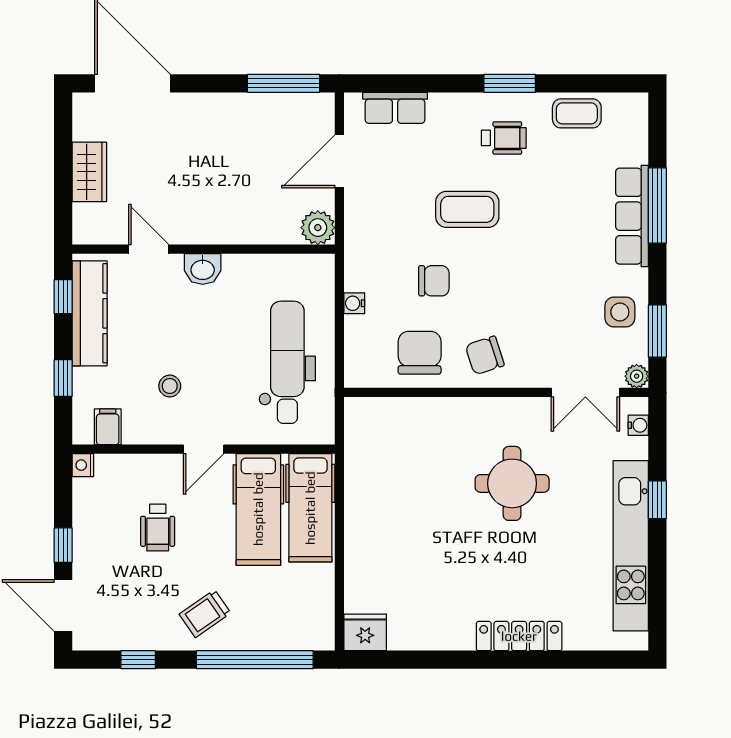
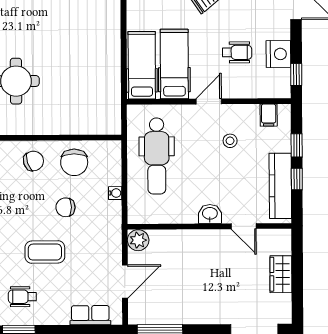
window: (63, 297) -> (297, 179), moved
nightstand: (83, 465) -> (278, 54), moved, width x1.89, depth x1.79
wheelchair: (158, 528) -> (237, 52), turned 90
window: (63, 545) -> (296, 75), moved

